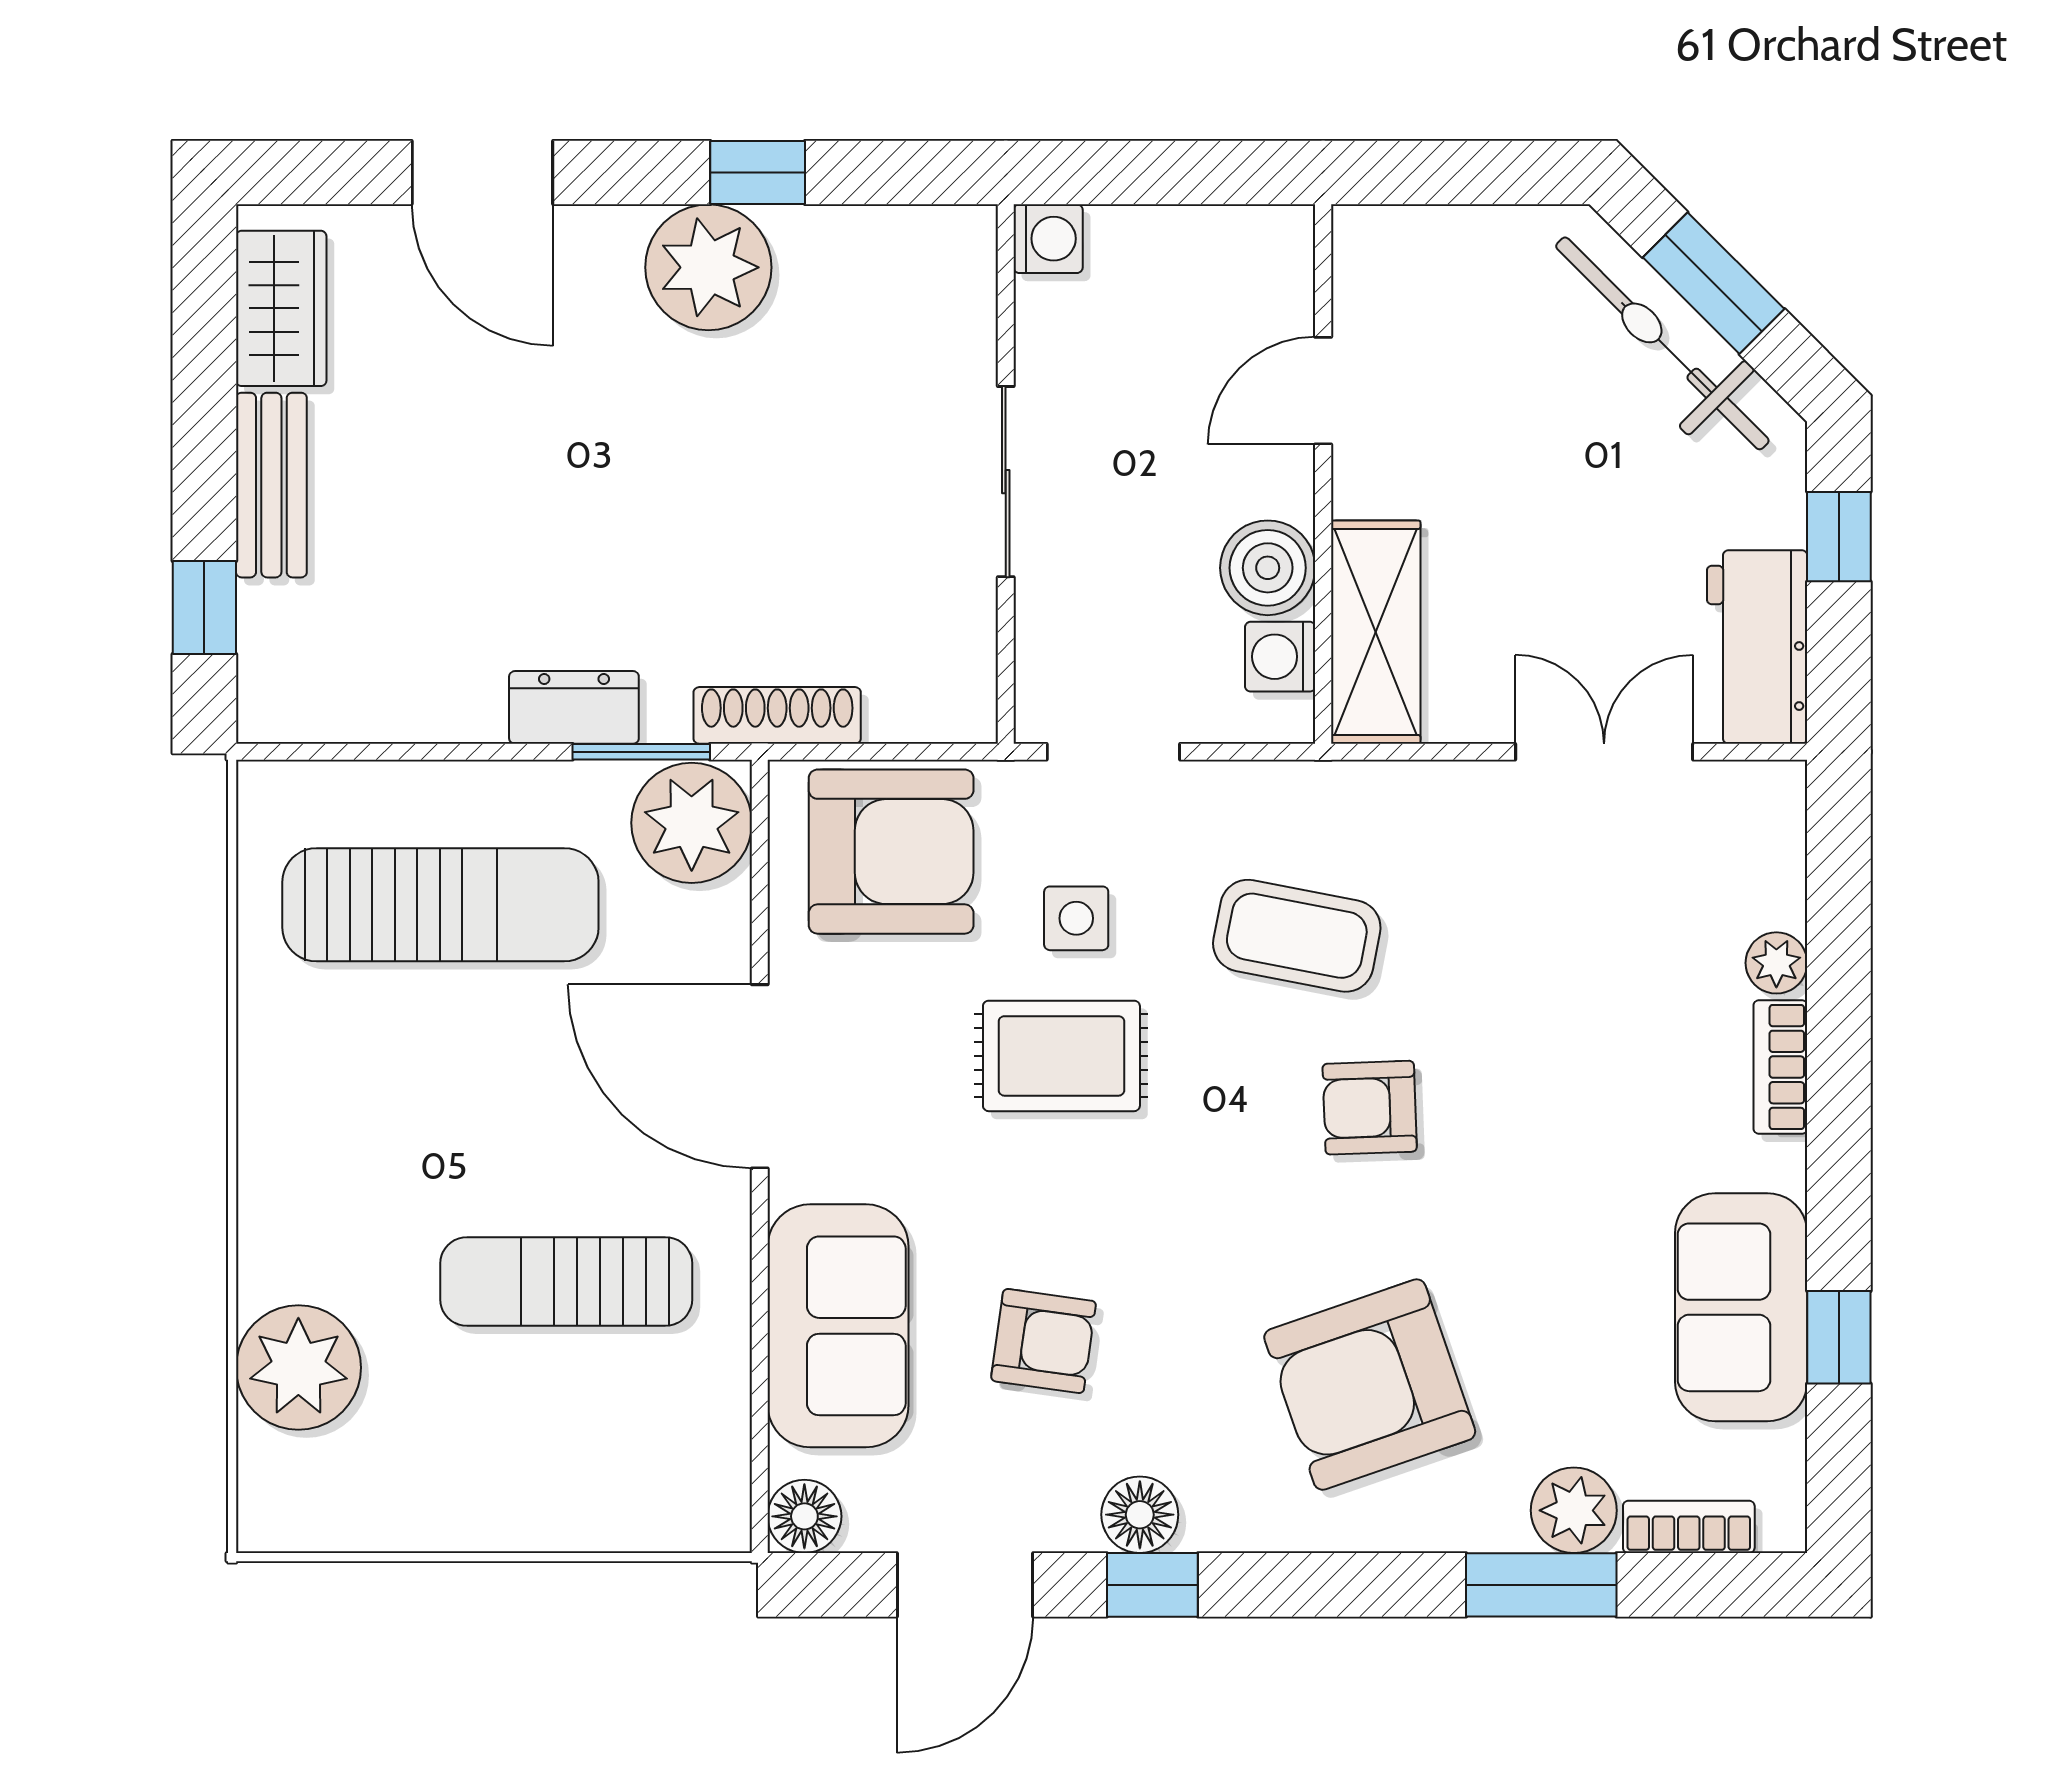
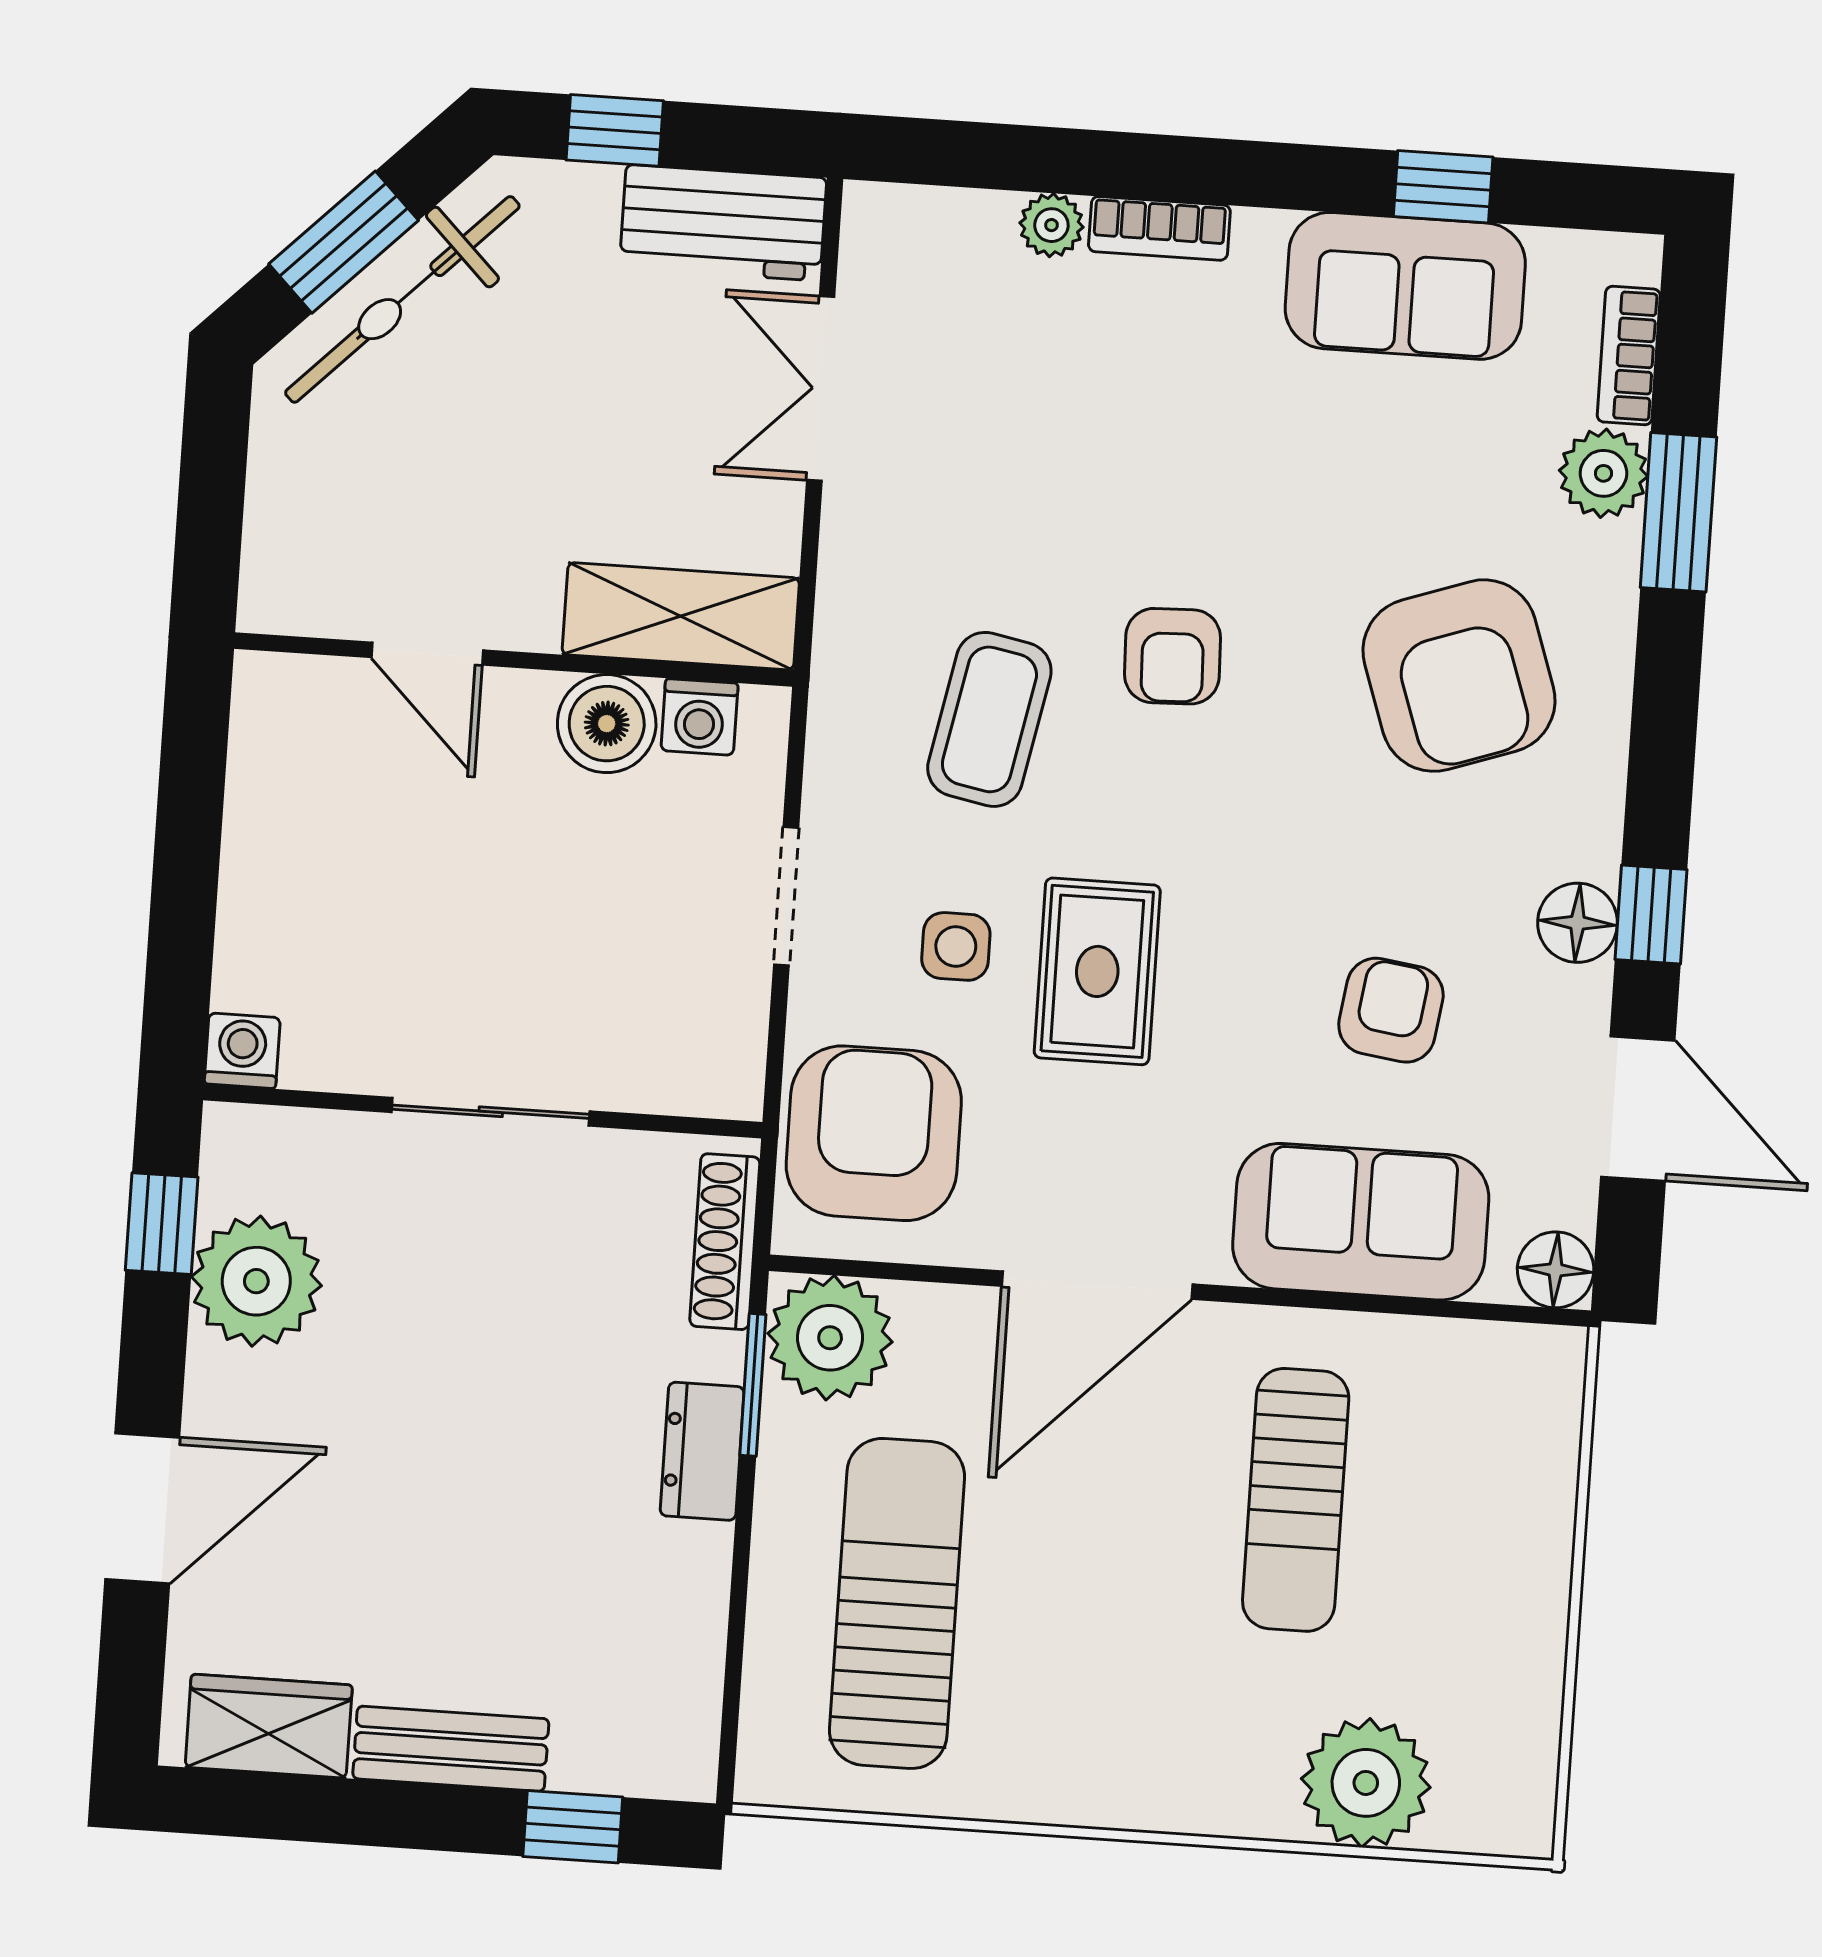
washing machine: (1048, 239) -> (242, 1051), moved
wall: (1006, 474) -> (483, 1111), moved
sliding door: (1006, 482) -> (491, 1112), moved

